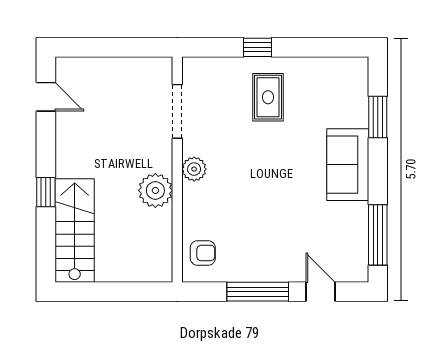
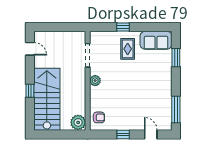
sofa: (348, 165) -> (156, 40), moved, turned -90
plant: (155, 190) -> (78, 122), moved
stairs: (75, 231) -> (47, 99), width x1.36, depth x1.51
window: (258, 292) -> (123, 134), width x0.46

